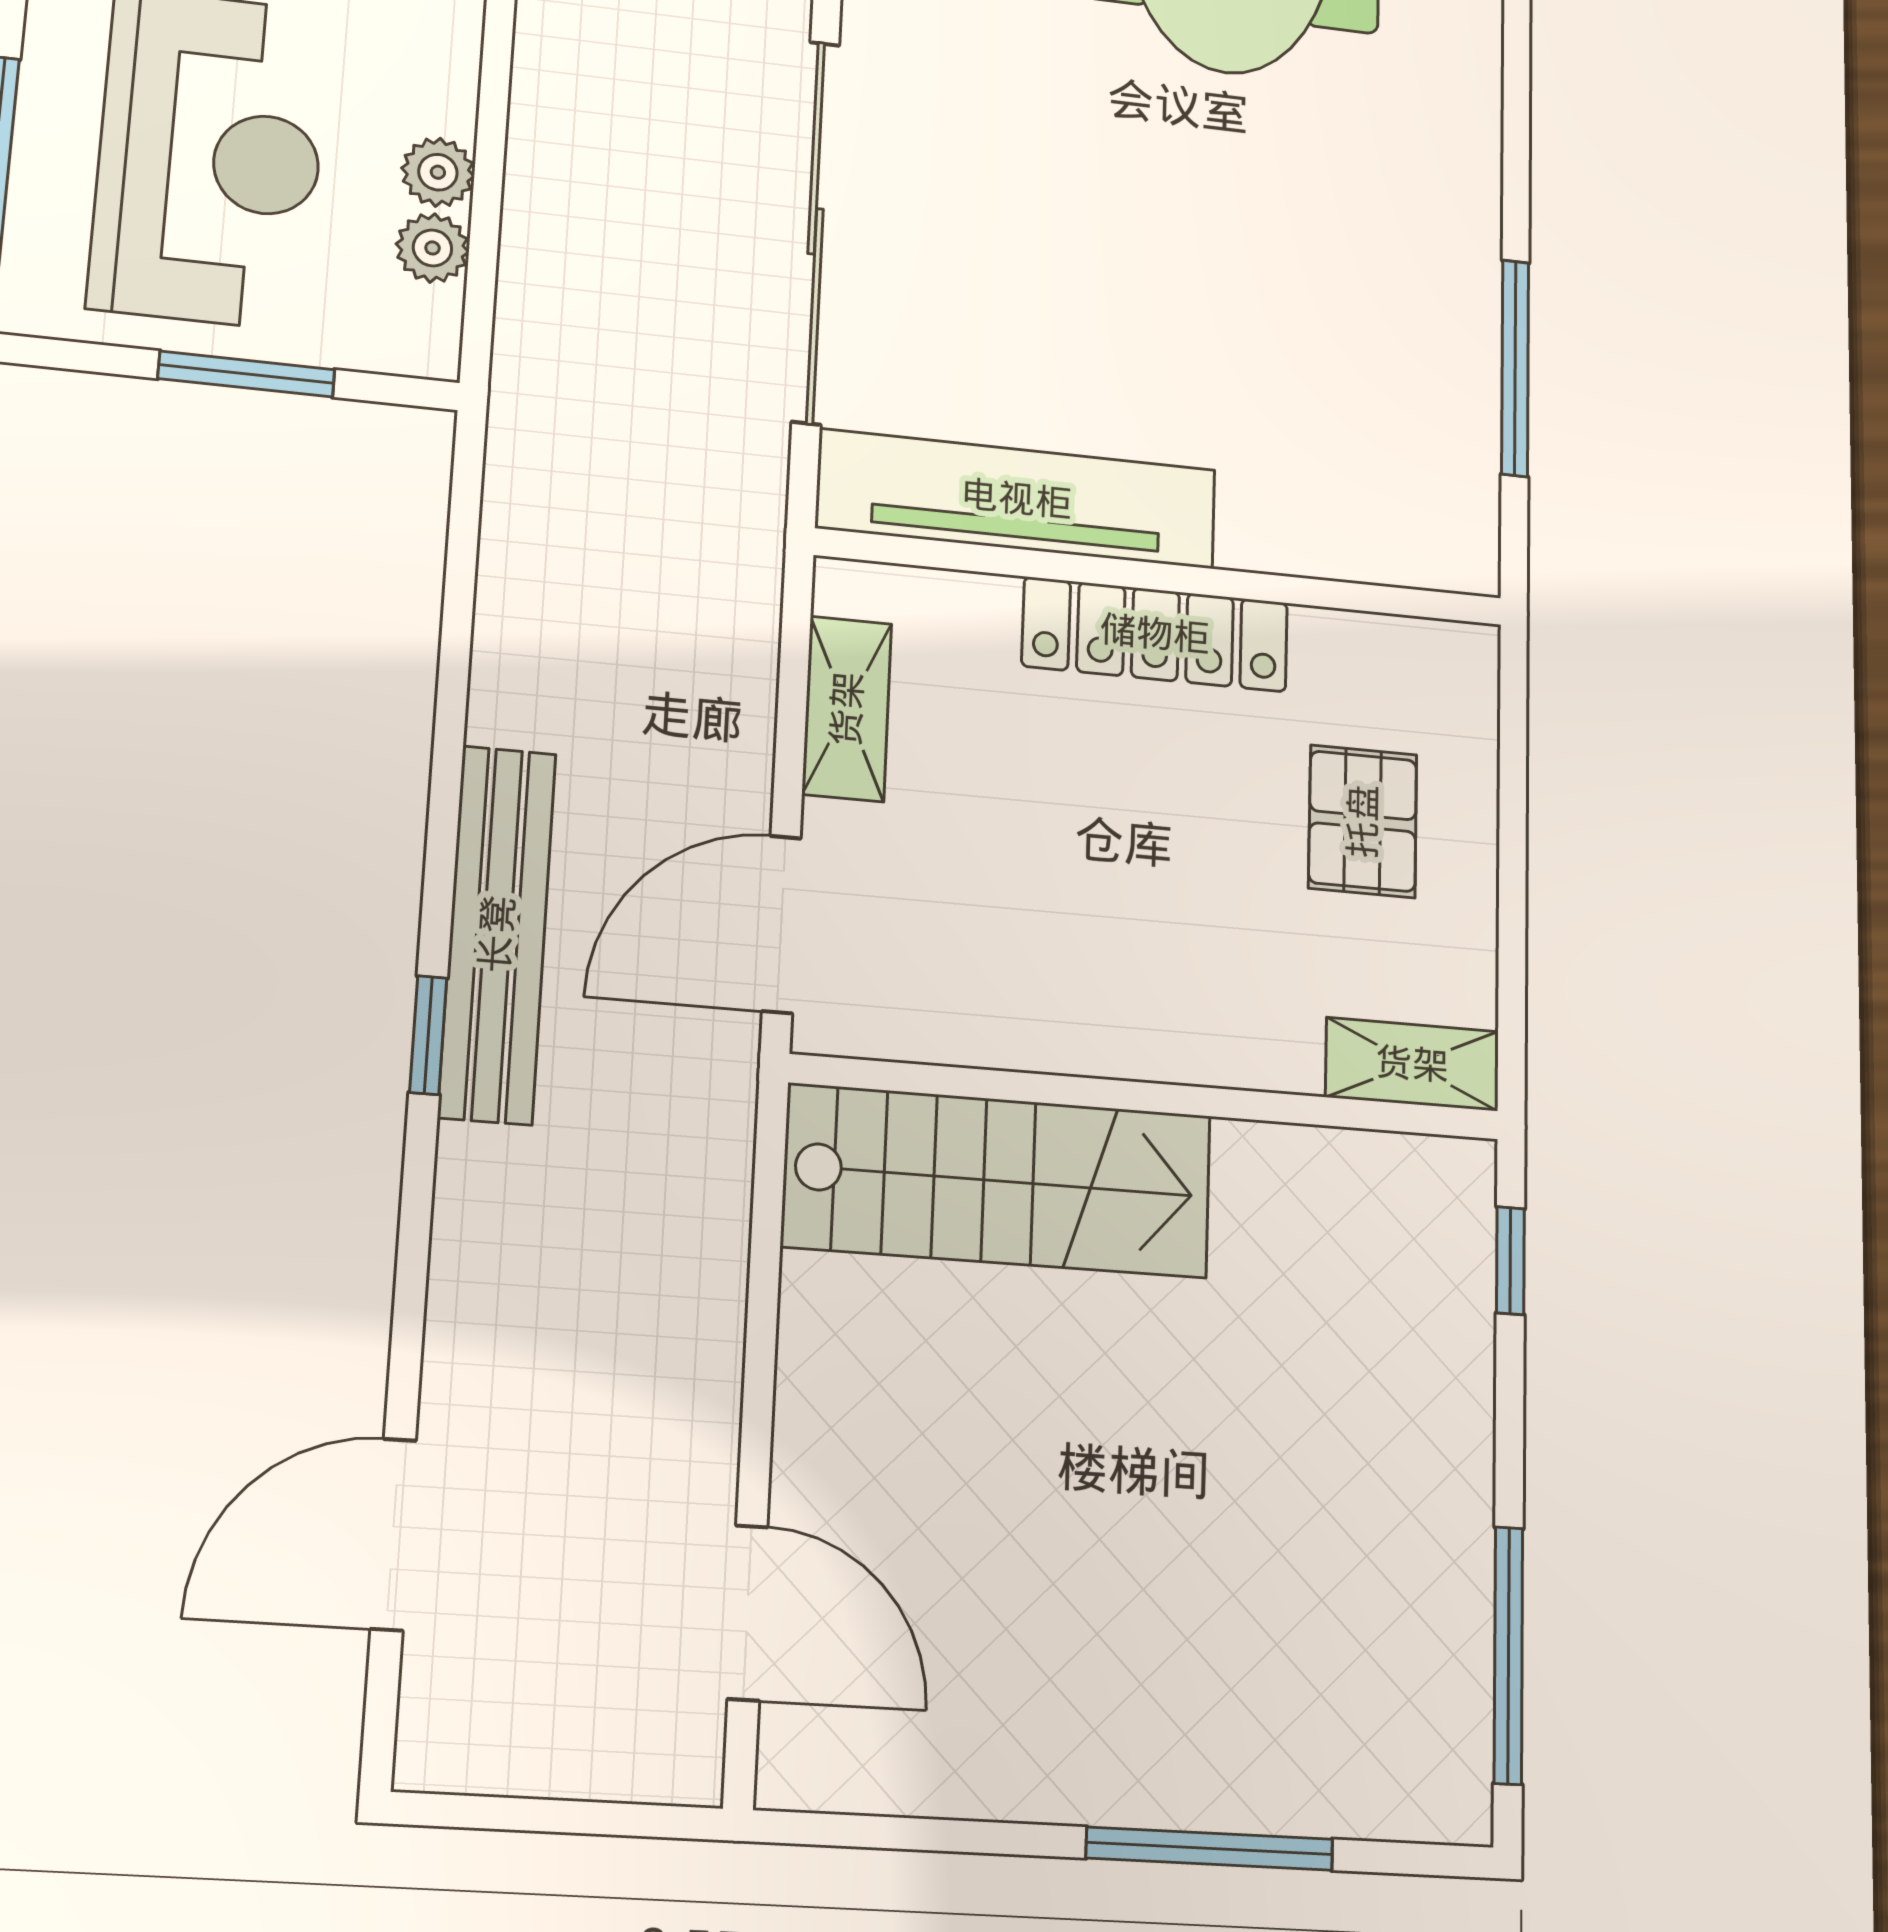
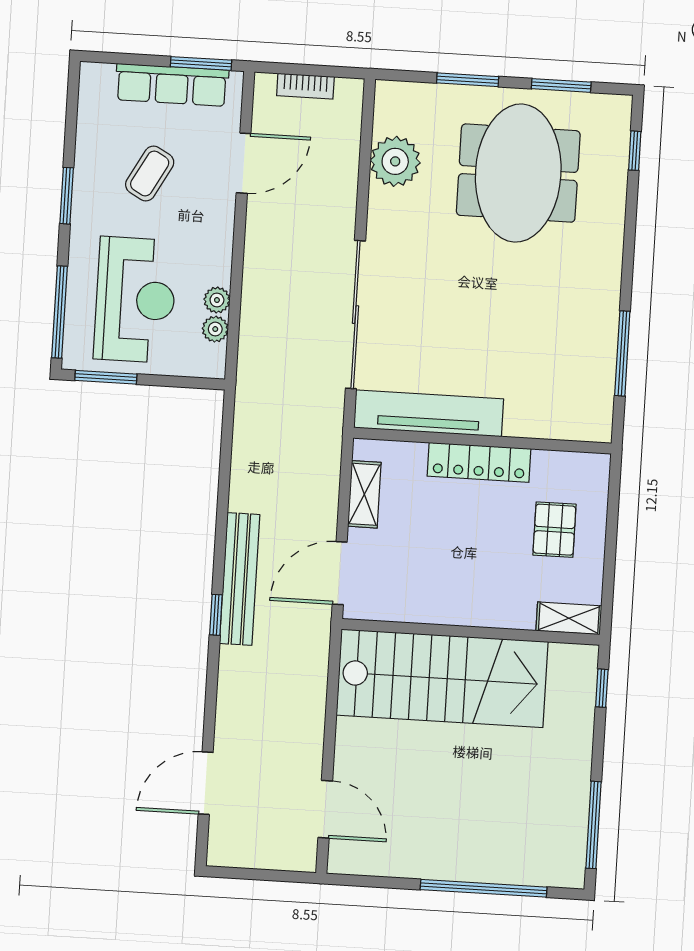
window: (246, 374) -> (106, 377), moved
stairs: (998, 1181) -> (442, 678), width x1.36, depth x1.51
window: (1210, 1849) -> (484, 888), width x1.46

